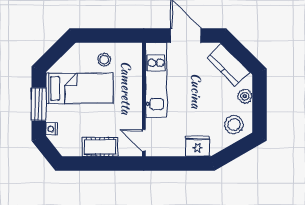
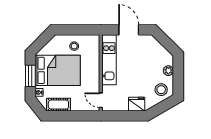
kitchen counter: (228, 65) -> (157, 50), removed
bed: (80, 88) -> (58, 70), width x1.50
cot: (100, 147) -> (58, 105), moved

